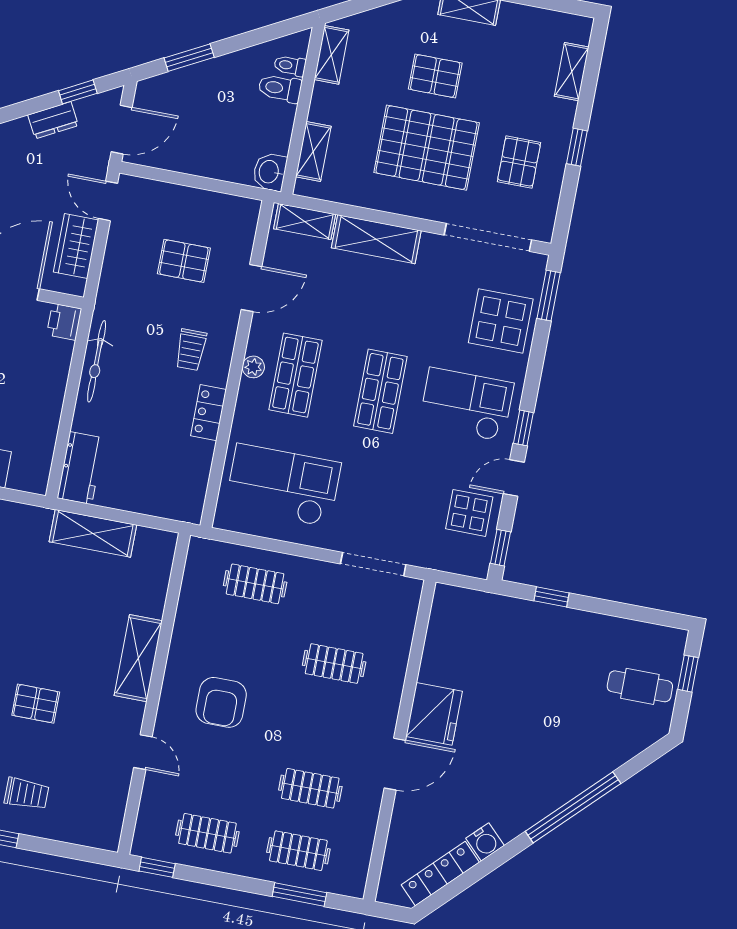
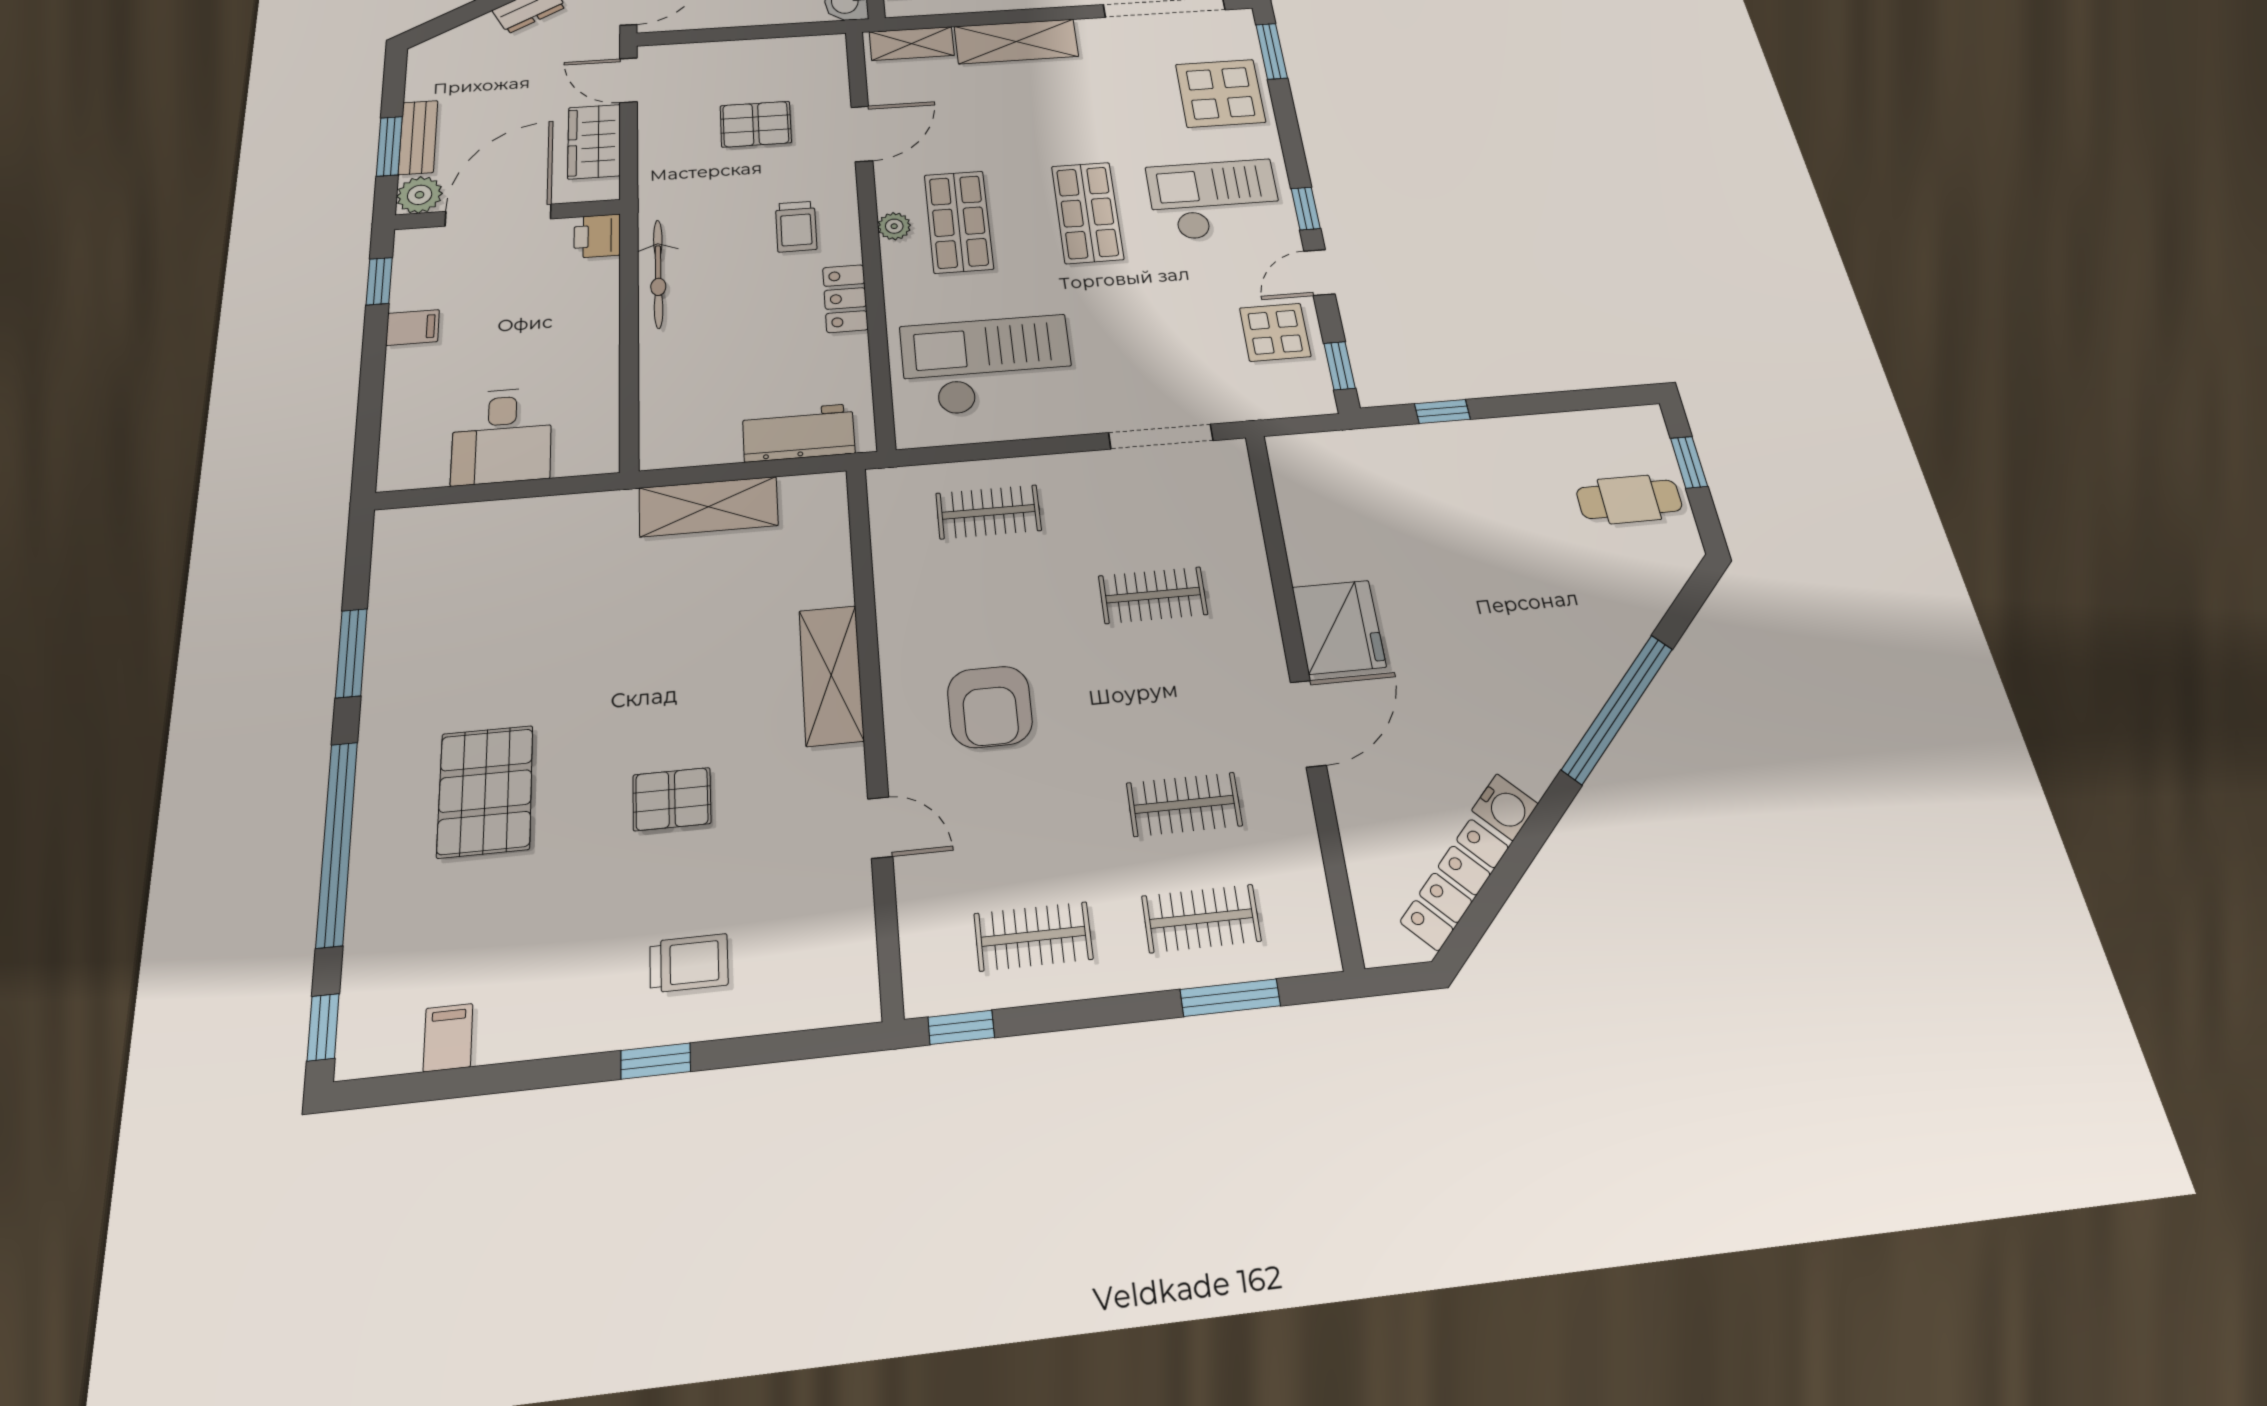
workbench: (81, 468) -> (799, 433), moved, turned -90

